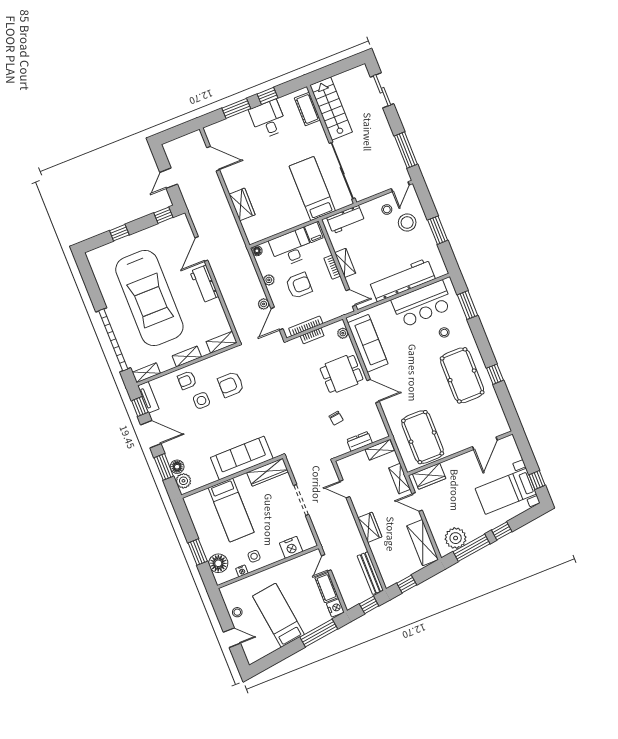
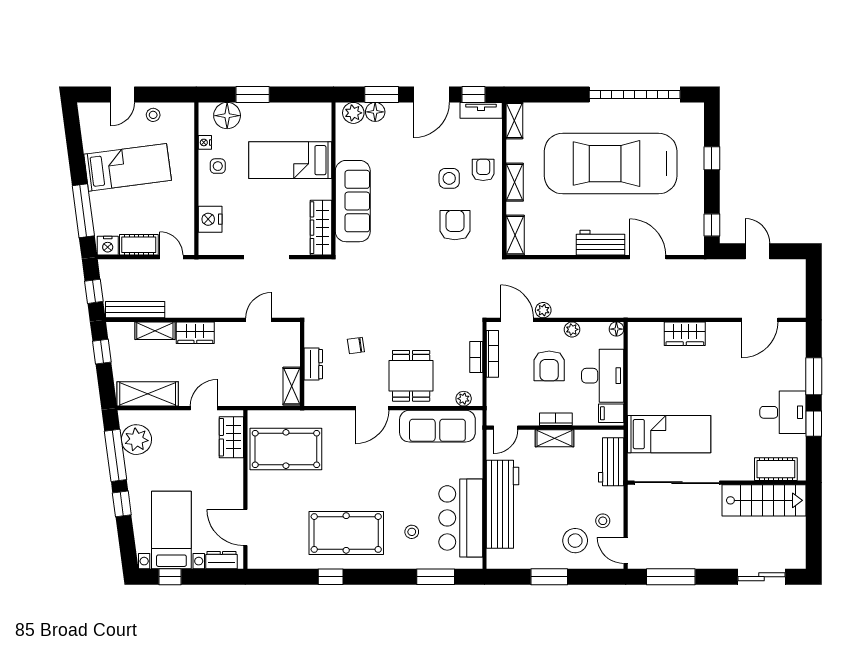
garage door: (113, 340) -> (635, 94), moved
dresser: (513, 450) -> (221, 560), added
shelving: (400, 479) -> (155, 331), moved

